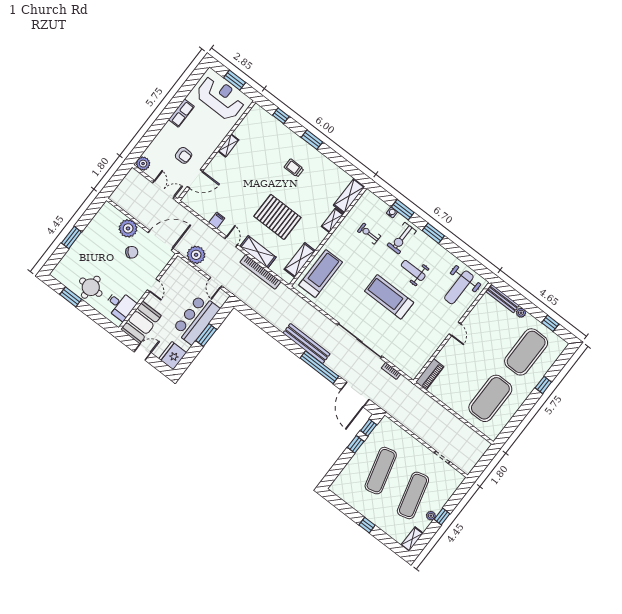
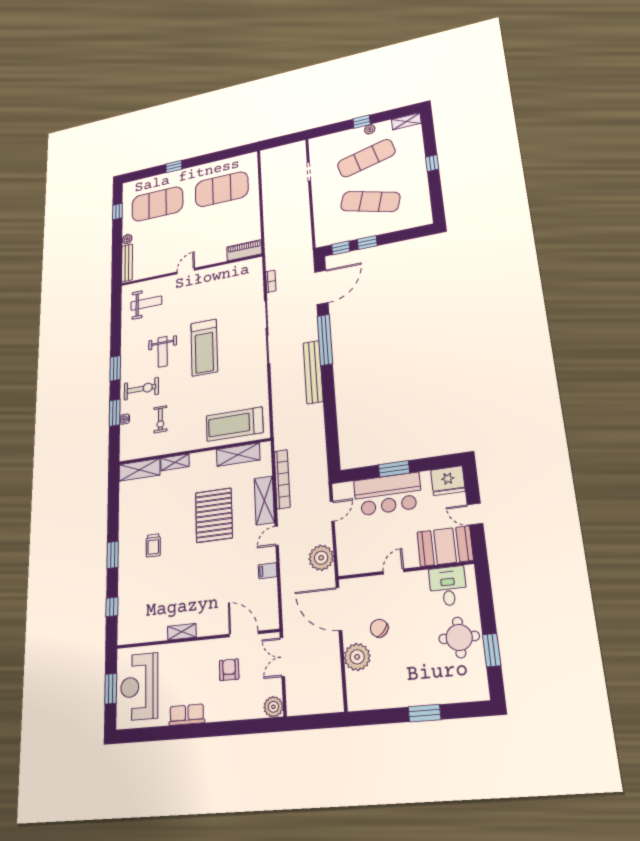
weight bench: (459, 287) -> (146, 303), width x0.73, depth x0.75
exercise mat: (381, 471) -> (370, 202), turned 30

